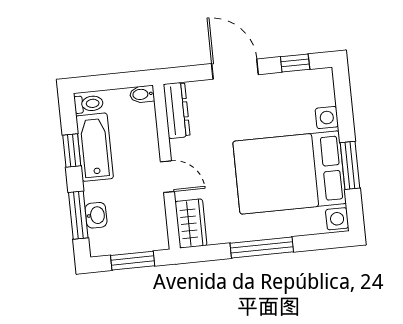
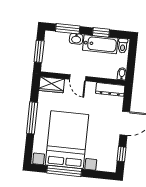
window: (350, 165) -> (64, 171), width x1.44
door: (167, 177) -> (78, 78), hinge flipped
washbasin: (96, 215) -> (76, 39), moved

